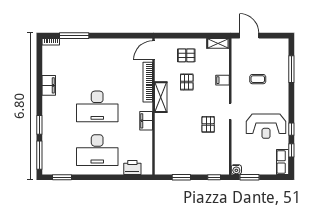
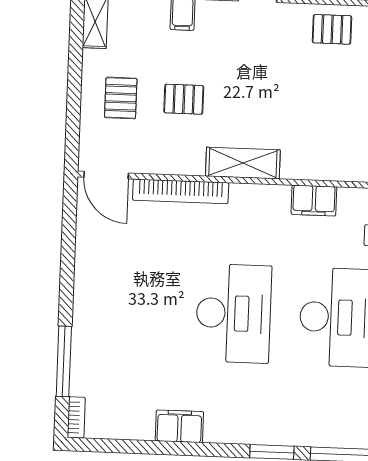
shelving: (161, 97) -> (243, 163), moved
filing cabinet: (146, 121) -> (314, 200), moved
pallet: (208, 124) -> (332, 29), moved

